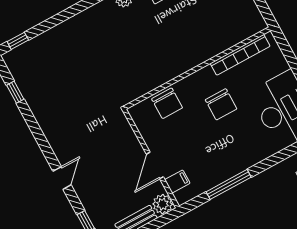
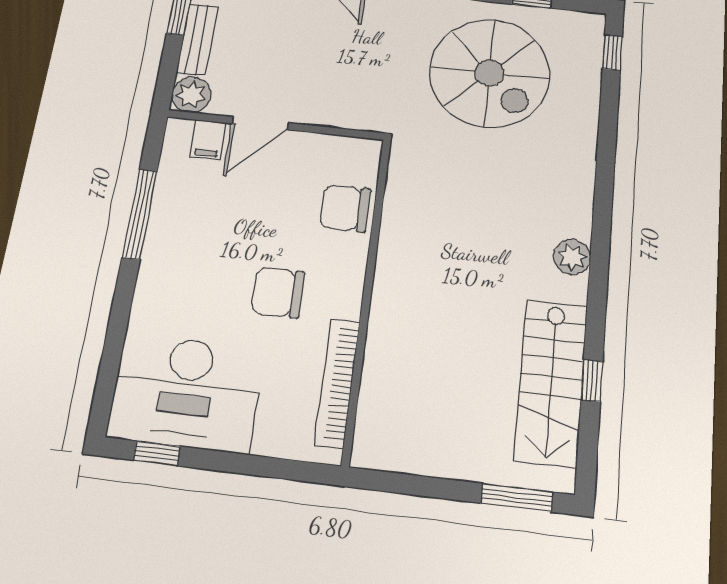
spiral stairs: (64, 86) -> (489, 73), added
door: (155, 165) -> (260, 123), swing flipped

